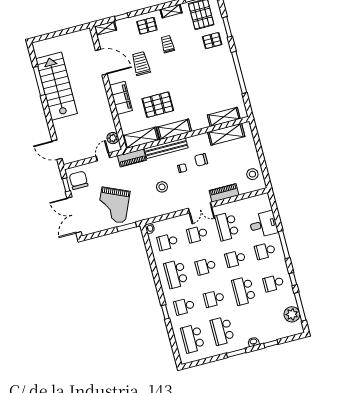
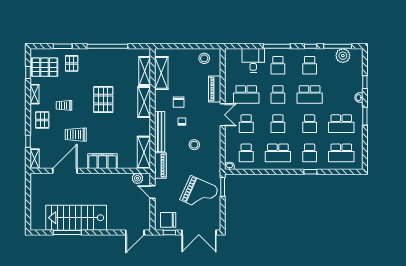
pallet: (158, 105) -> (103, 99), moved
shelving: (174, 129) -> (144, 102), moved

